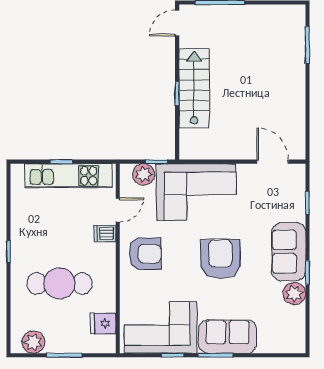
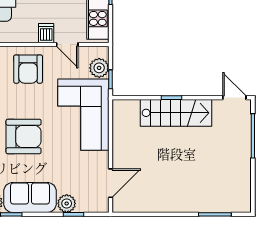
plant: (295, 211) -> (67, 203), added

